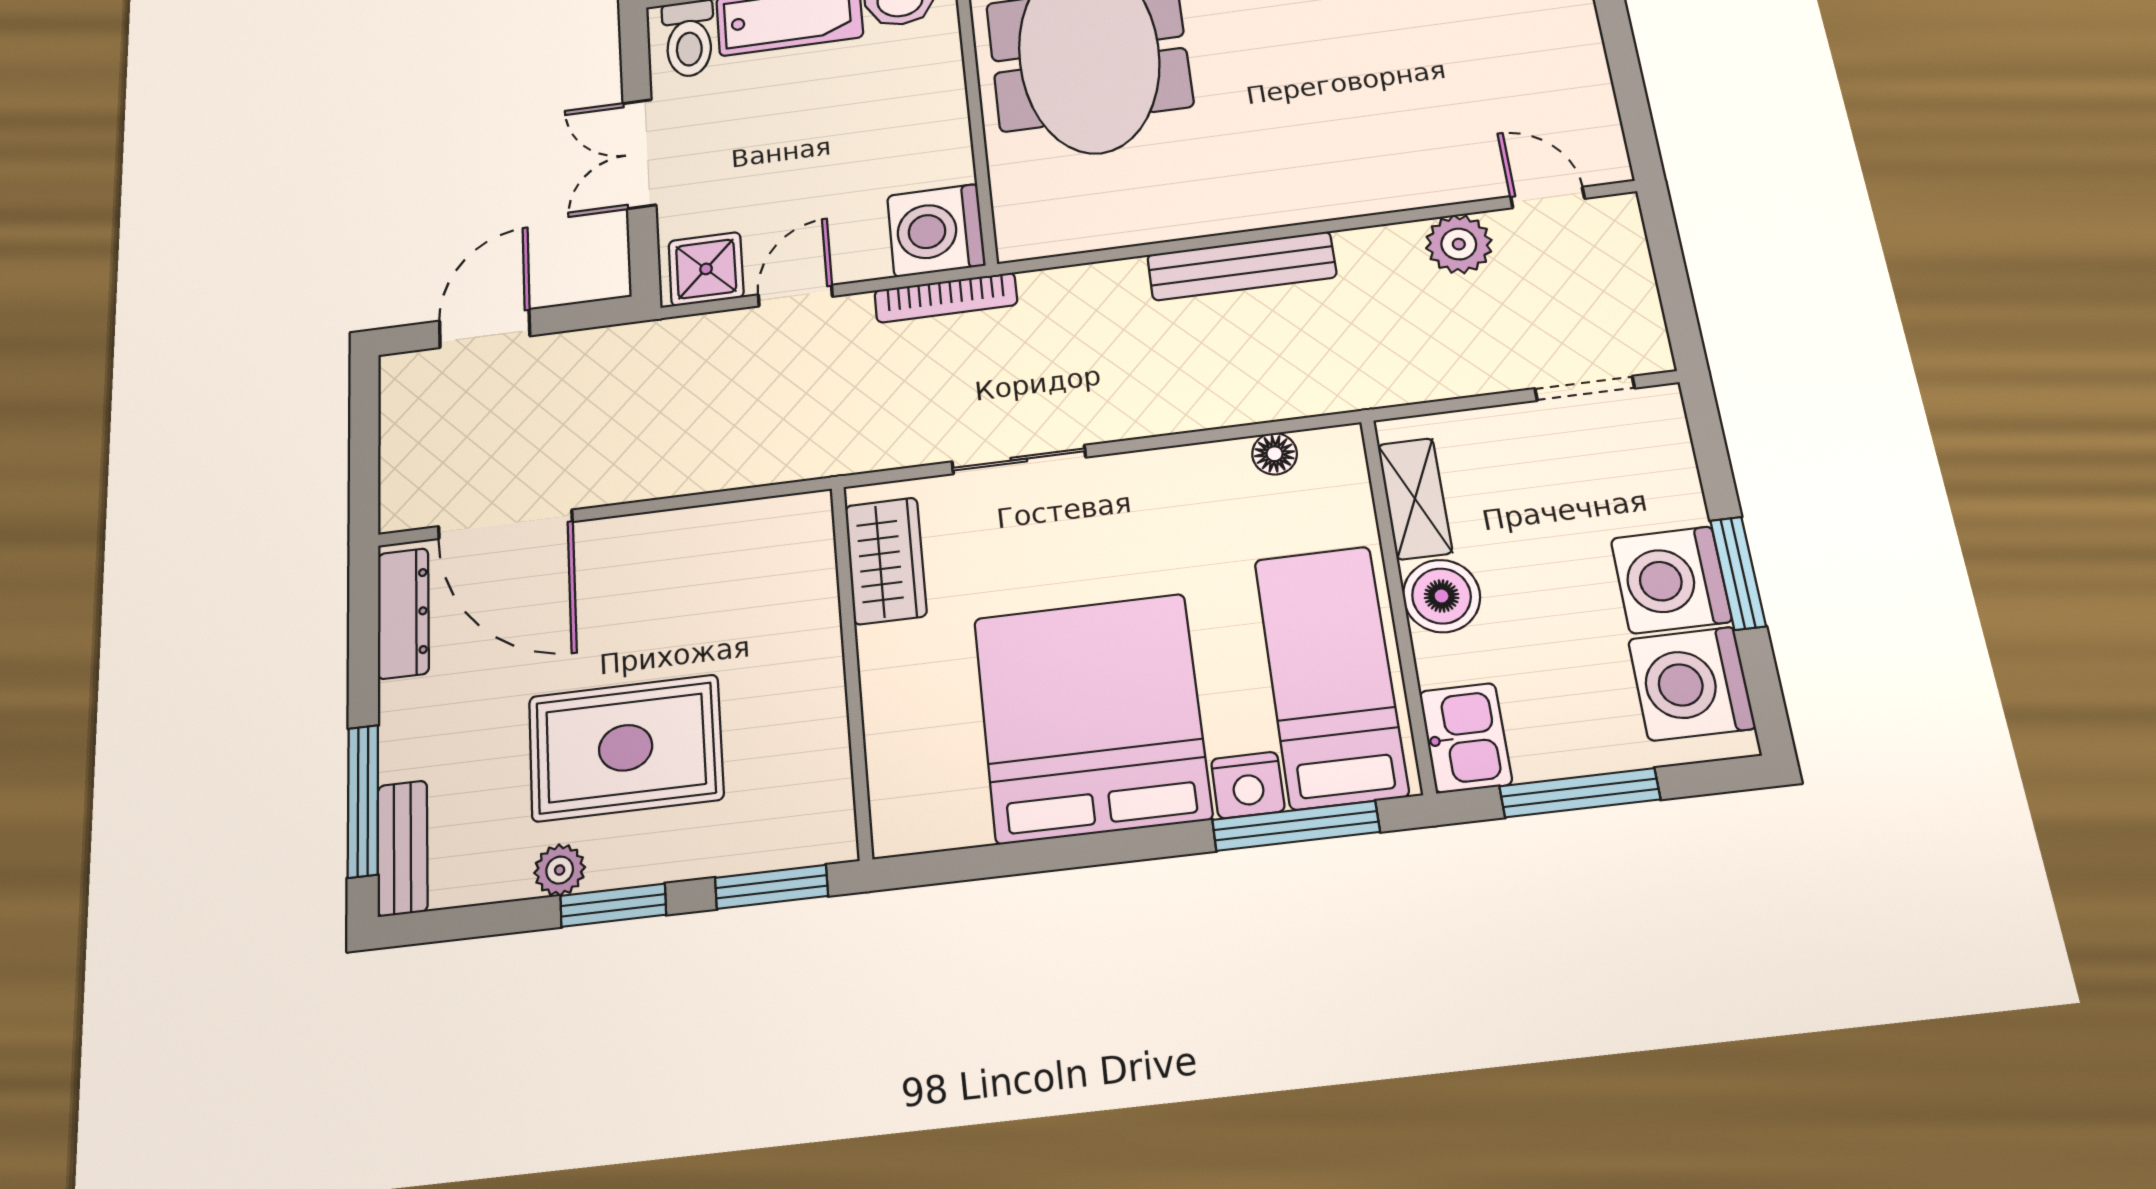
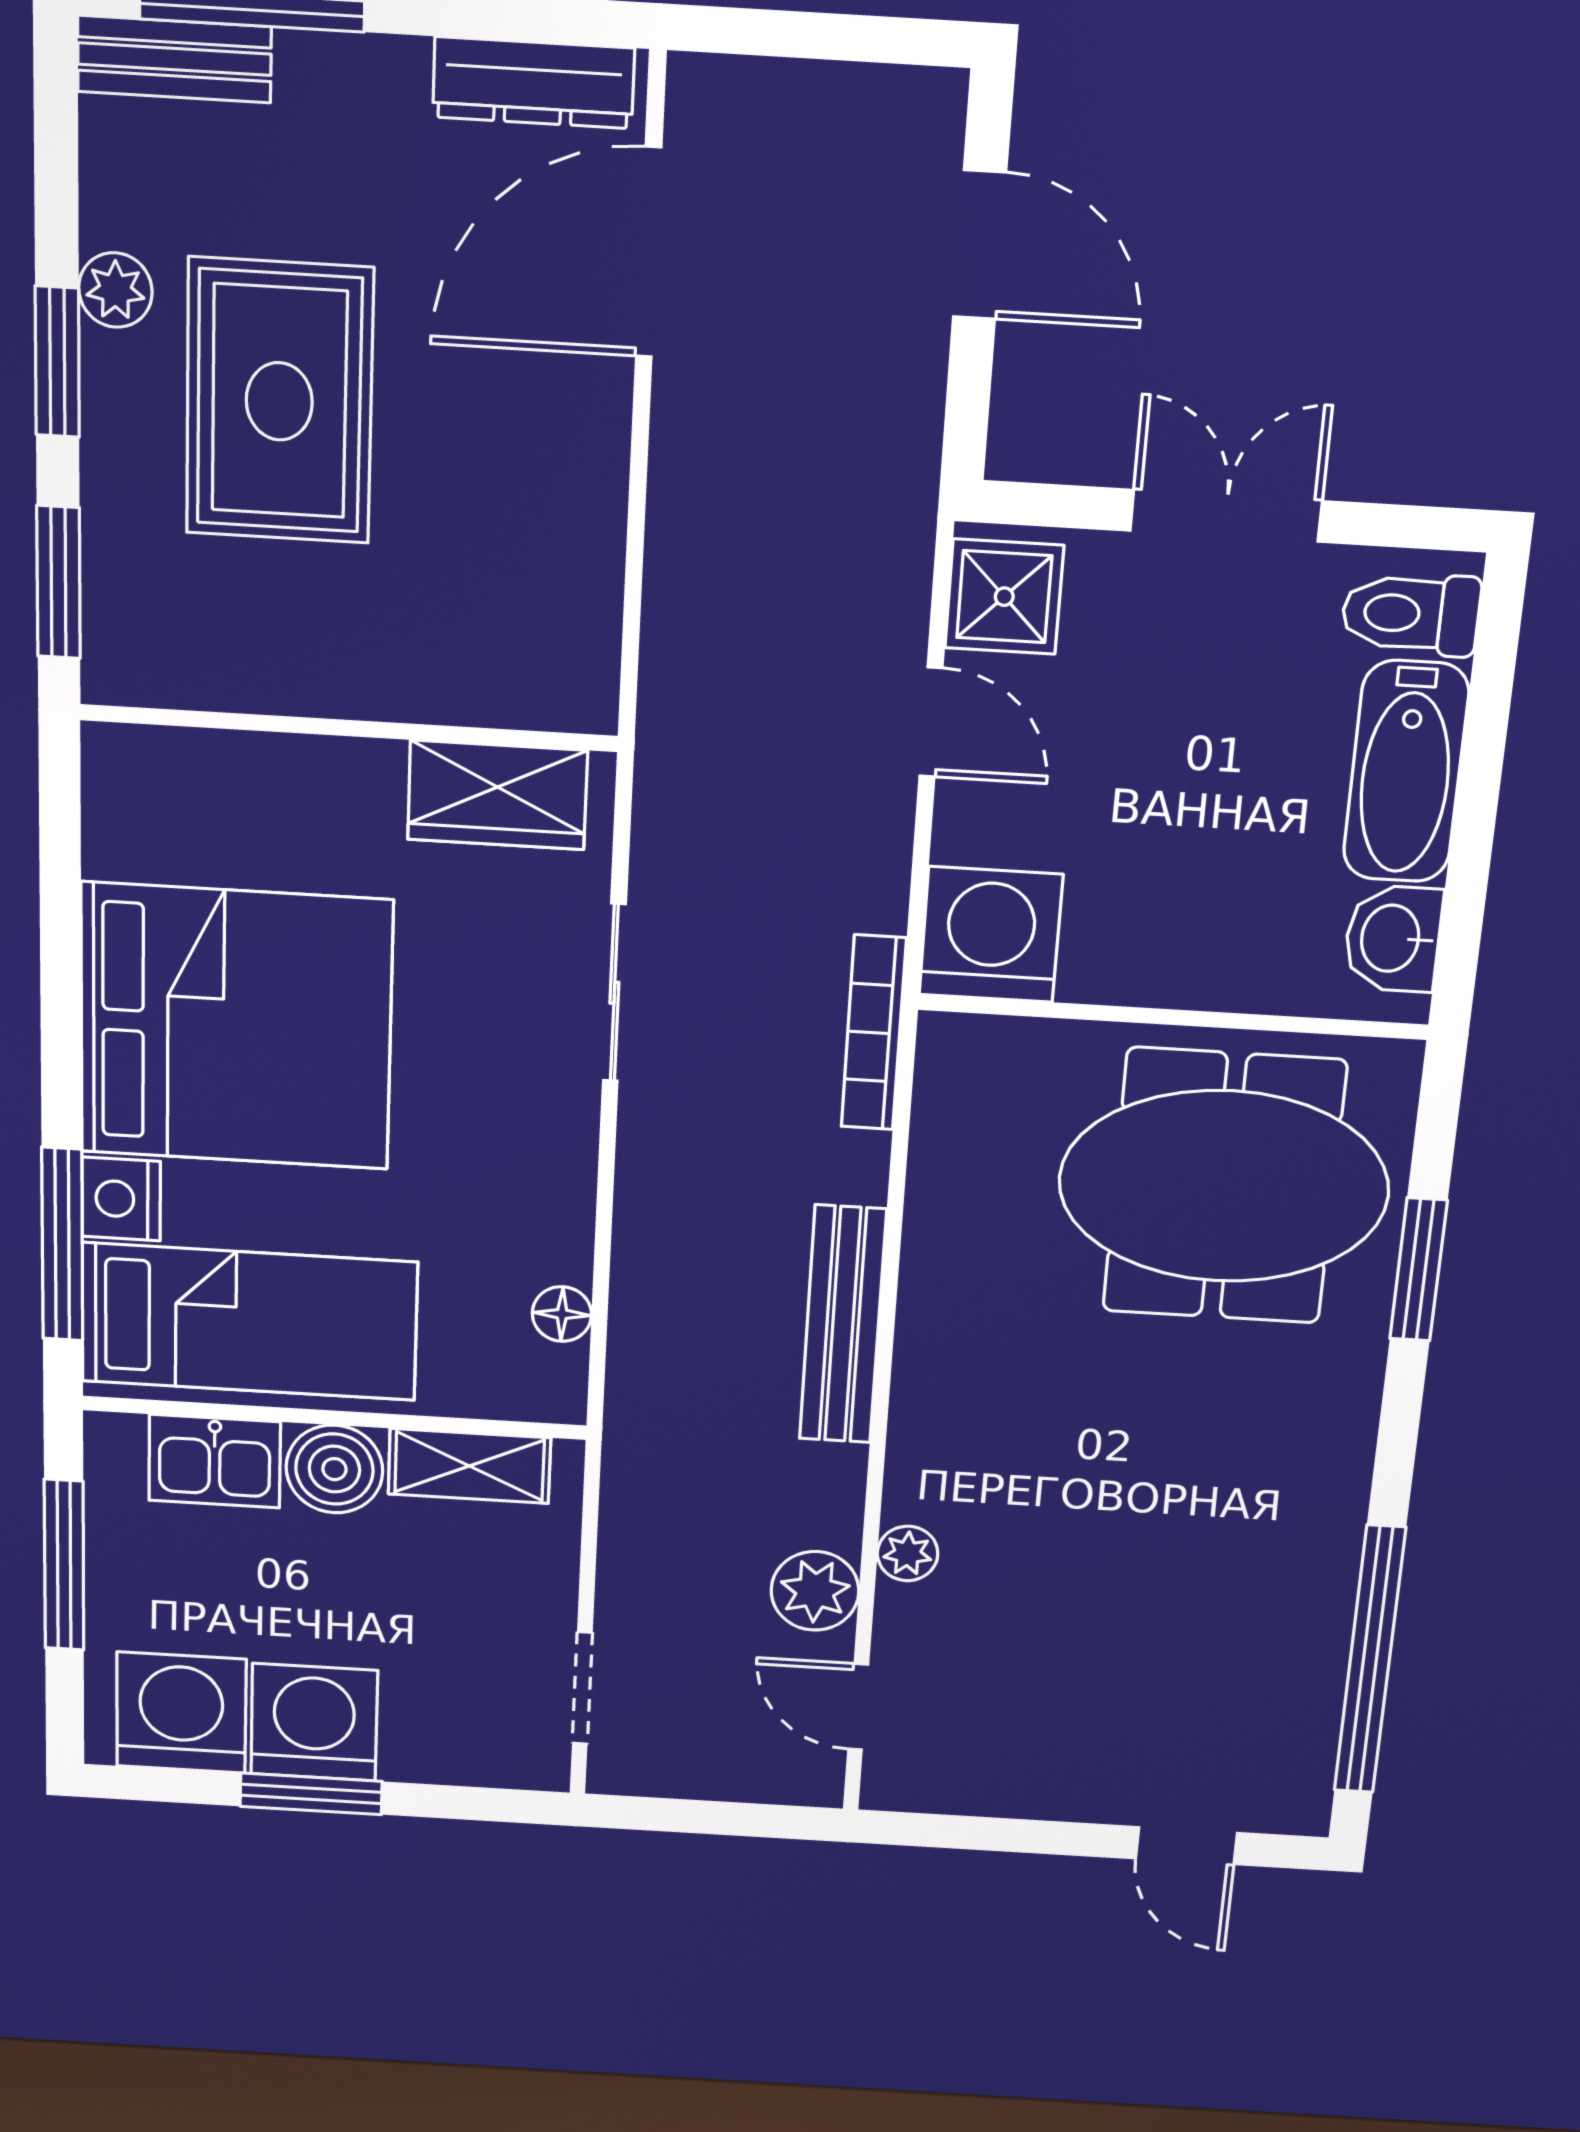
plant: (1413, 190) -> (908, 1553), added
door: (1548, 197) -> (858, 1707), swing flipped
bookcase: (946, 298) -> (874, 1033), moved
kitchen sink: (1466, 738) -> (215, 1461), moved

